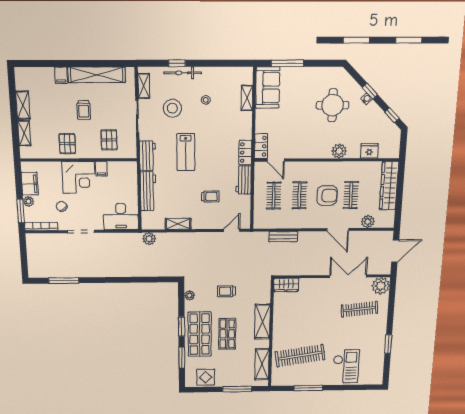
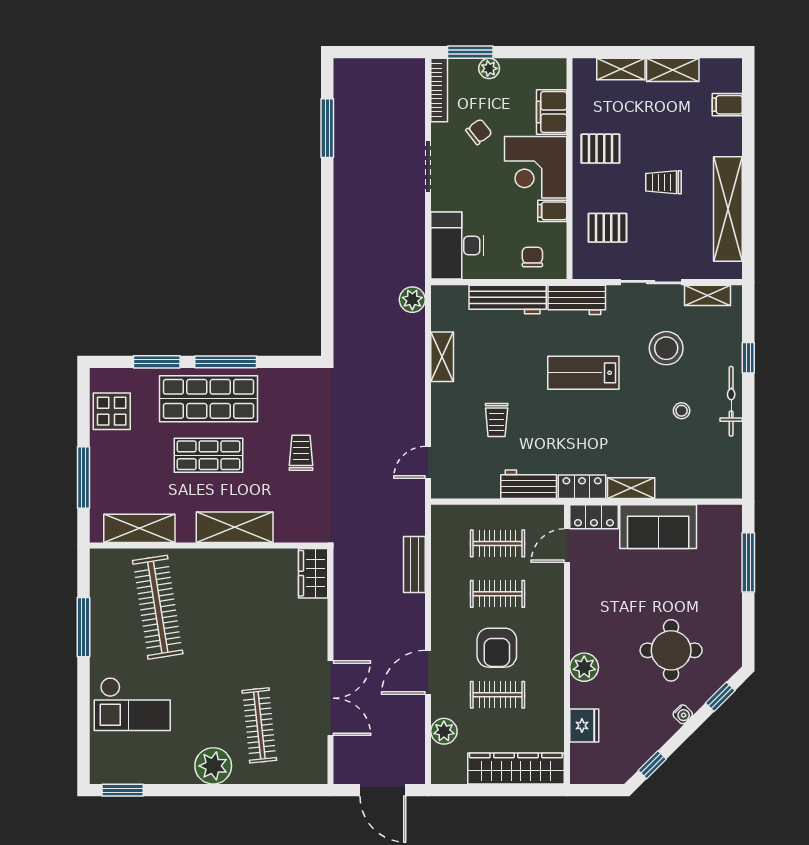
bicycle: (183, 73) -> (731, 401), moved
filing cabinet: (61, 75) -> (727, 105), moved
sofa: (268, 88) -> (658, 527), moved
window: (370, 91) -> (720, 697), moved
shelving: (247, 98) -> (631, 488), moved
chair: (126, 179) -> (532, 257), added
filing cabinet: (30, 184) -> (552, 112), moved, turned 90
door: (232, 230) -> (428, 462), swing flipped
plant: (381, 286) -> (213, 766), moved
plant: (189, 295) -> (293, 378), removed
window: (182, 327) -> (226, 362), width x1.44
window: (388, 344) -> (123, 790), moved

